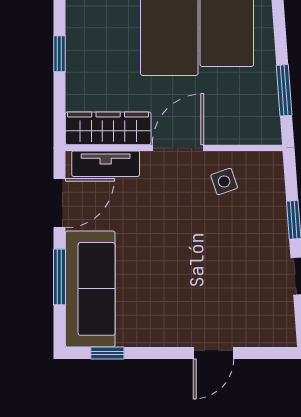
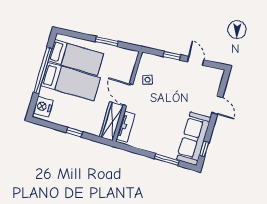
window: (284, 90) -> (107, 41), moved
door: (59, 203) -> (136, 151), removed
sofa: (90, 289) -> (193, 139), moved, turned -90

